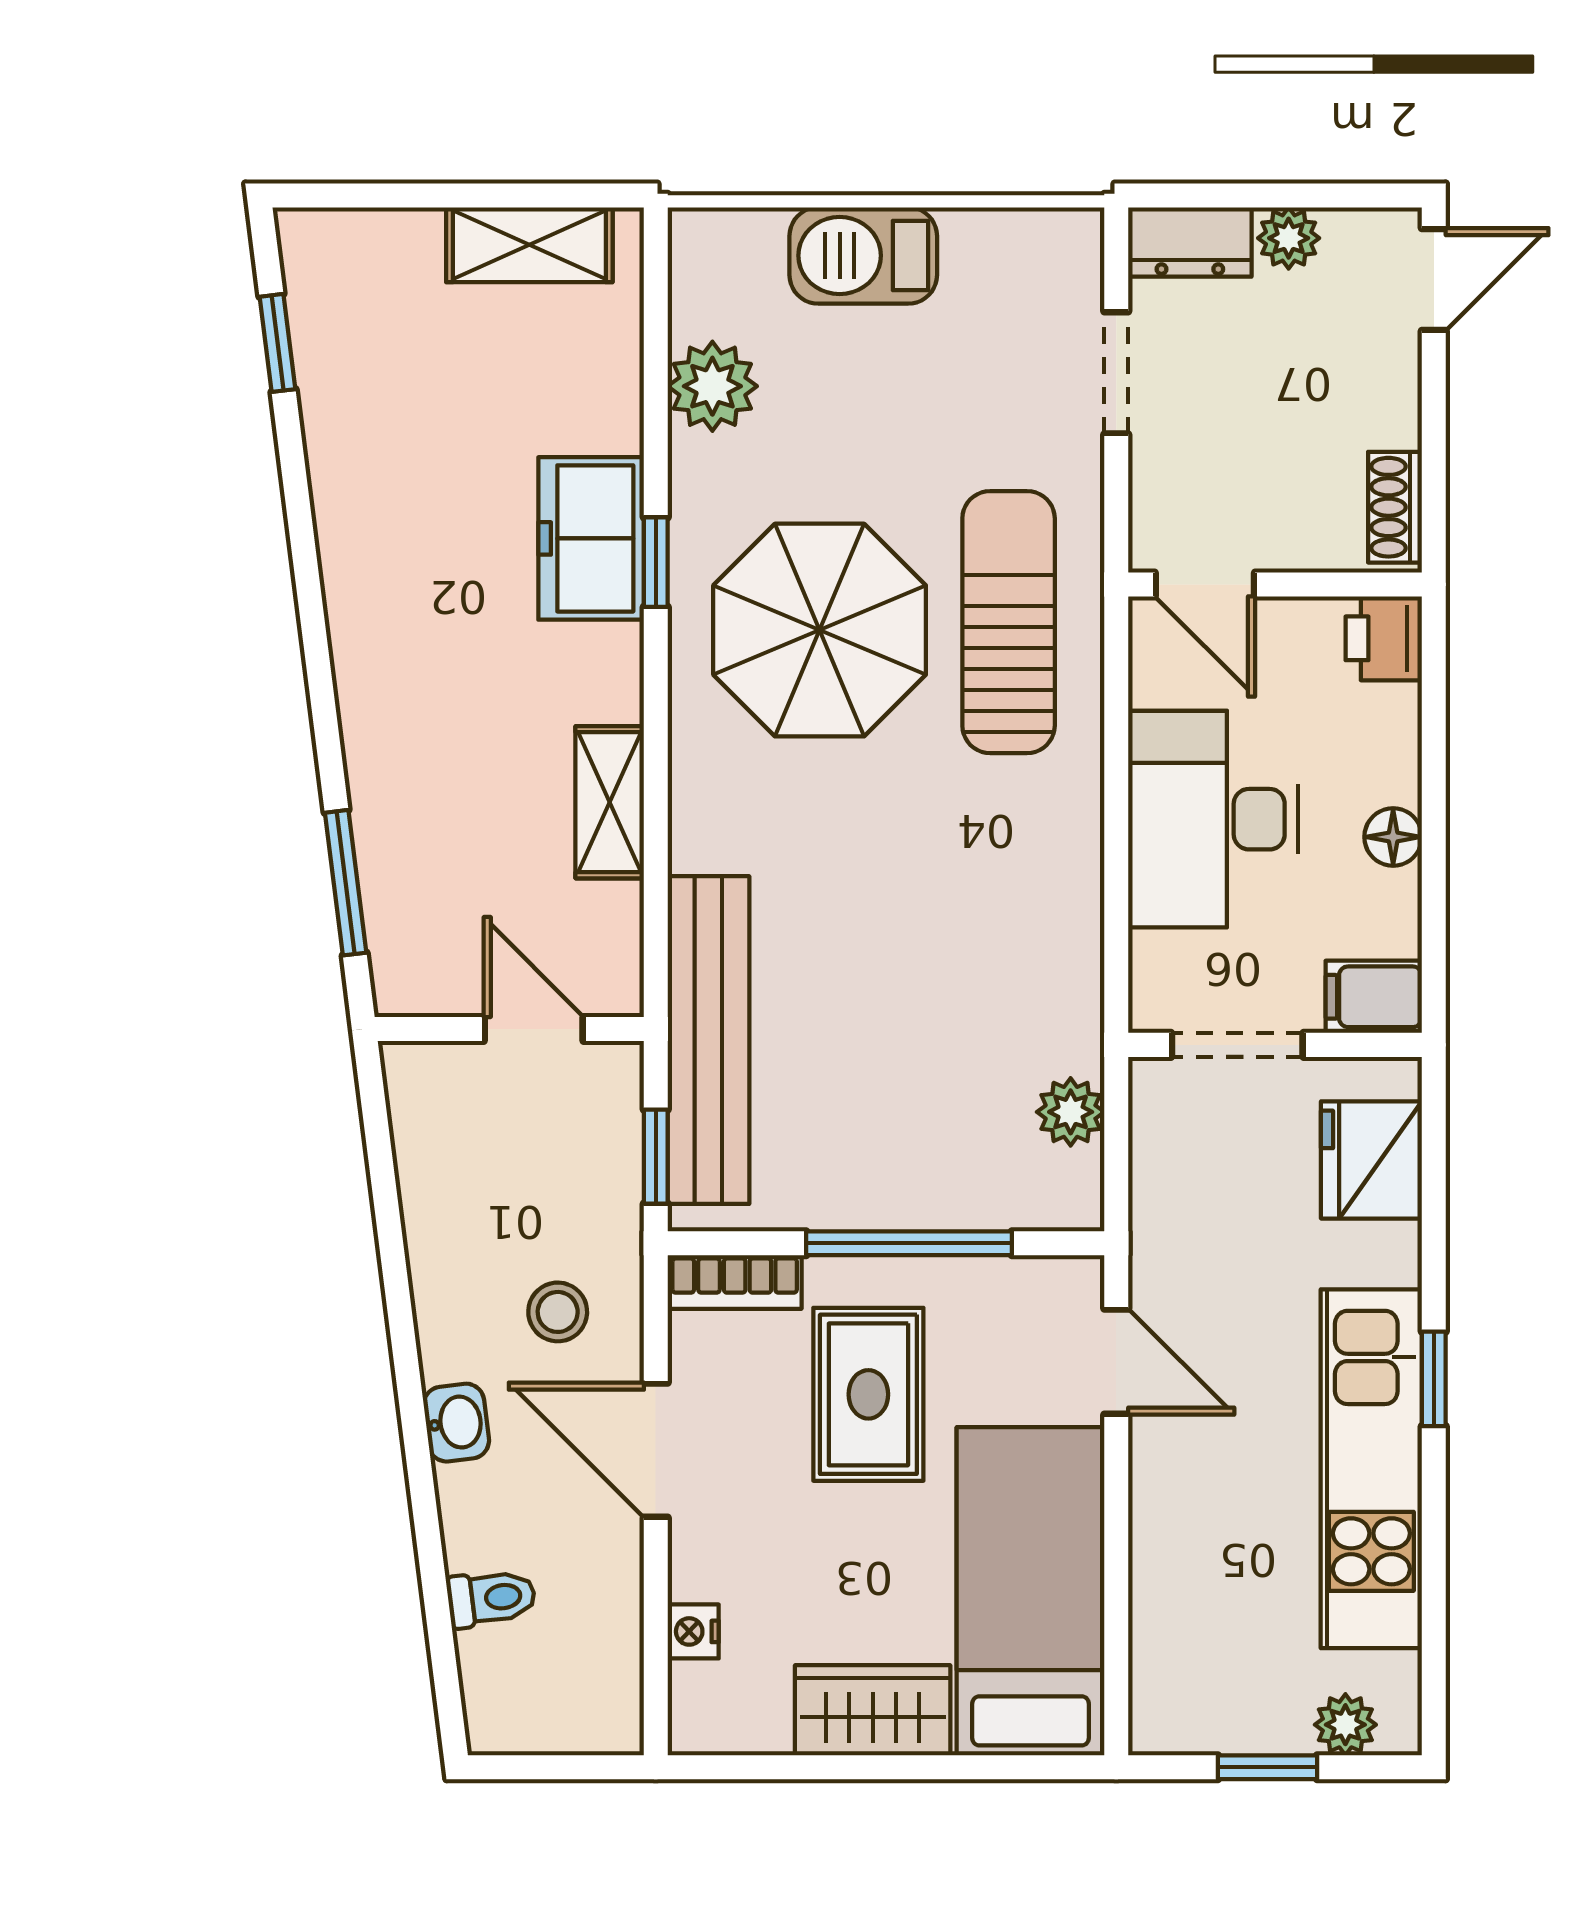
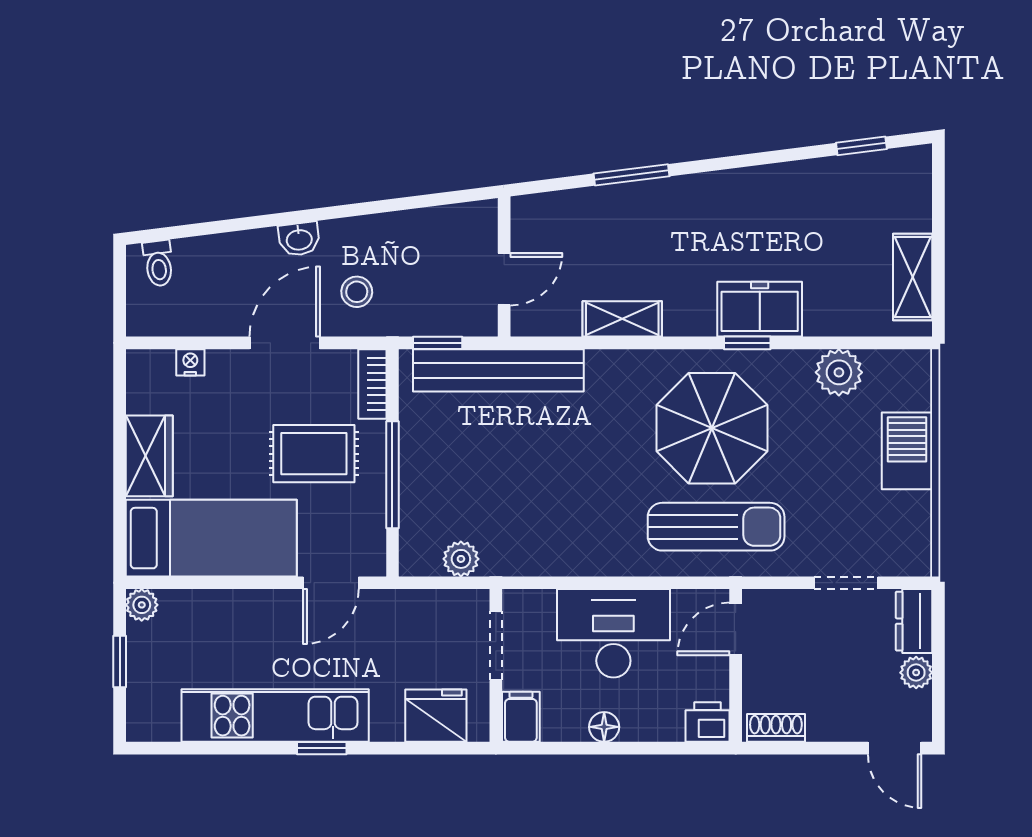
window: (346, 883) -> (632, 175), moved
toilet: (491, 1598) -> (158, 263), moved
plant: (1345, 1725) -> (142, 605), moved

